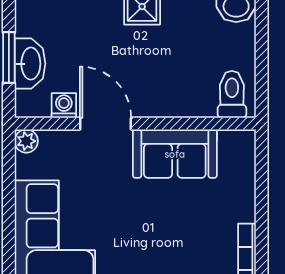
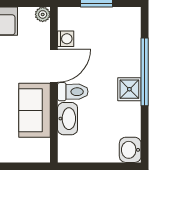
washbasin: (30, 64) -> (68, 119), moved, turned -90
toilet: (232, 94) -> (73, 92), moved

